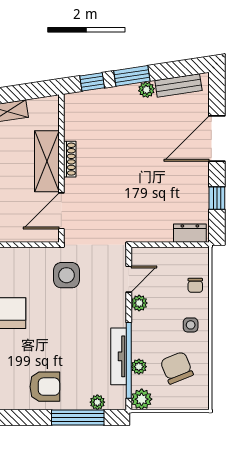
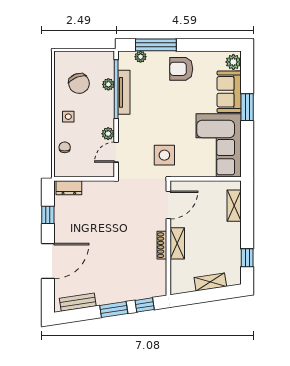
plant: (146, 90) -> (102, 299), removed
shelving: (47, 161) -> (177, 243), width x0.67, depth x0.75
plant: (142, 399) -> (106, 59), removed

